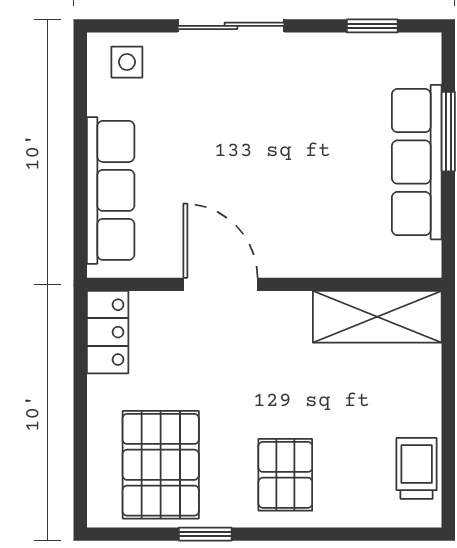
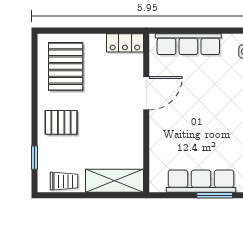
shelving: (377, 317) -> (115, 181), moved, turned 90
pallet: (161, 465) -> (66, 67), turned 90
window: (205, 534) -> (35, 158), moved

